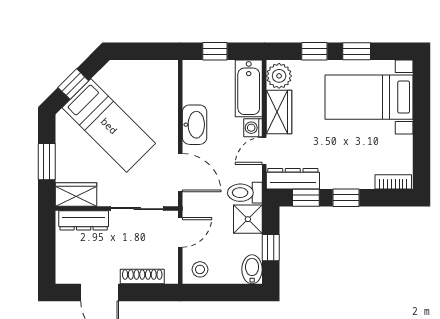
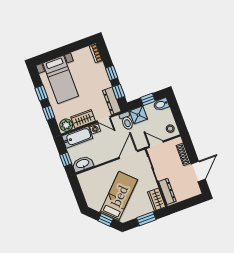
washbasin: (195, 125) -> (83, 164), moved

